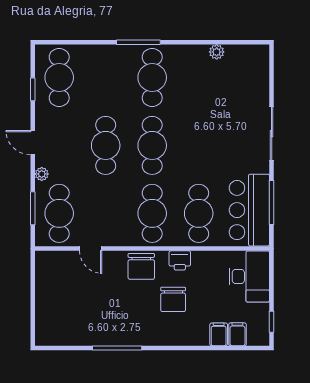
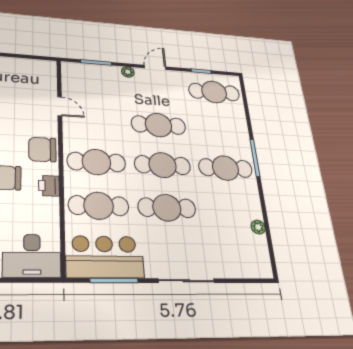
cafe table: (59, 213) -> (167, 208), moved
door: (91, 249) -> (60, 106), swing flipped

